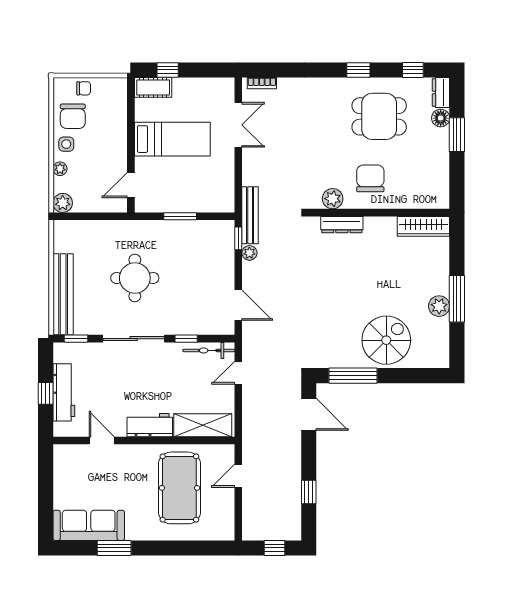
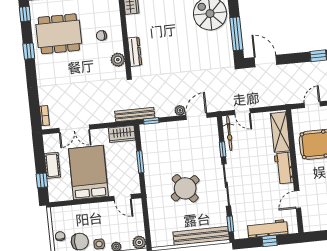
cot: (153, 87) -> (52, 165), moved
dining table: (379, 116) -> (59, 34), width x1.38
double door: (238, 125) -> (74, 129), swing flipped
bed: (172, 139) -> (88, 172), width x1.50
chair: (370, 178) -> (101, 36), width x0.54, depth x0.54
wardrobe: (224, 194) -> (122, 134), added
plant: (249, 253) -> (180, 110), moved
round table: (135, 278) -> (185, 188), turned -36
door: (309, 414) -> (266, 61), hinge flipped
door: (238, 476) -> (312, 105), swing flipped

